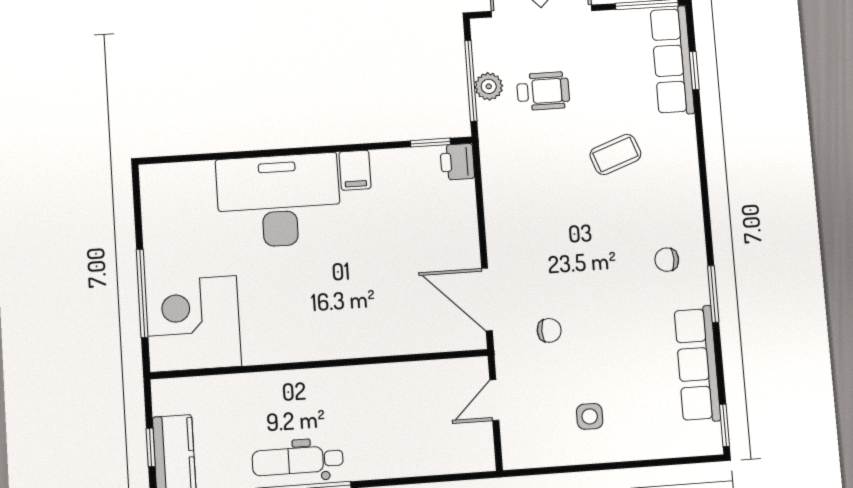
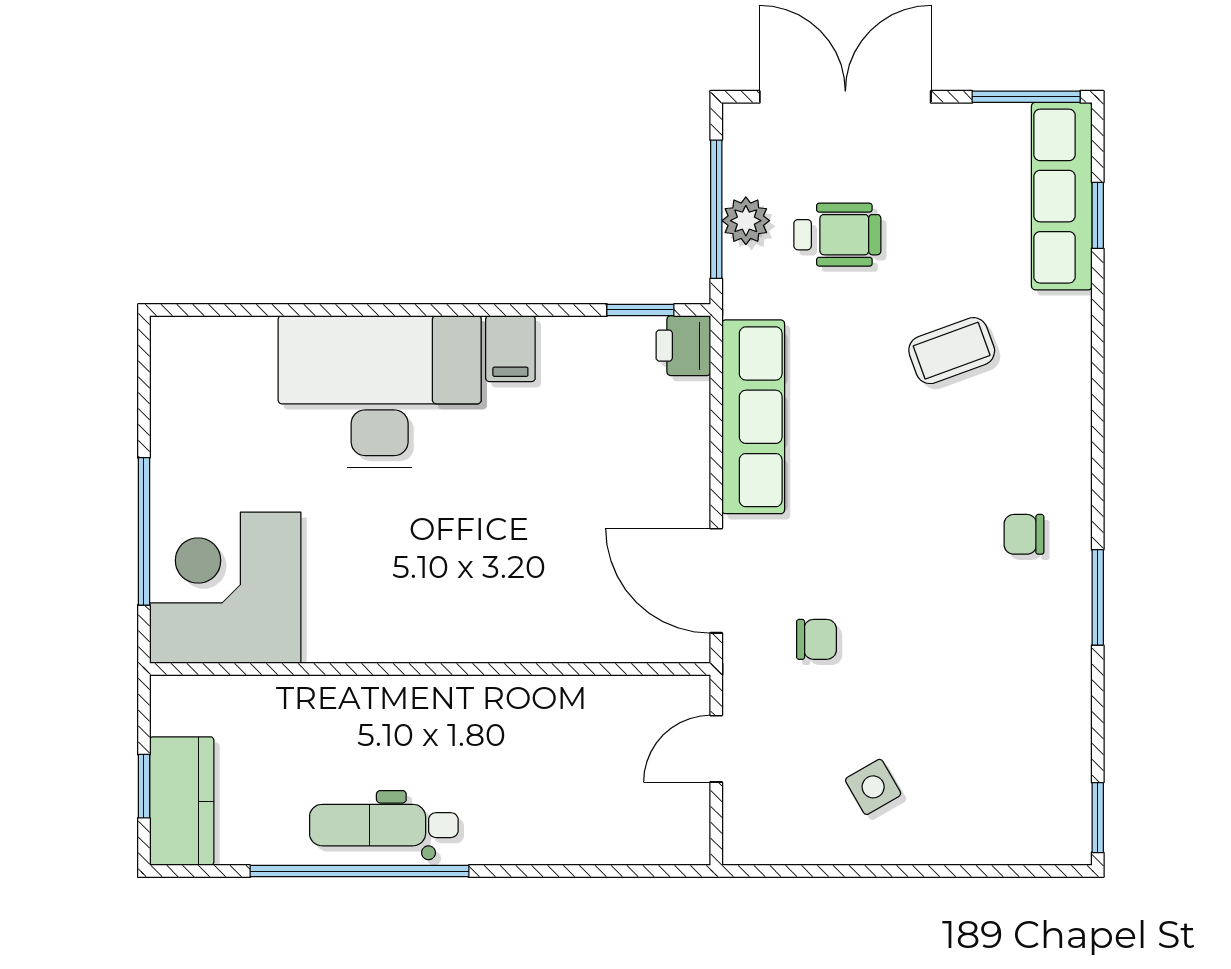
row of seats: (697, 364) -> (753, 417), moved, turned 180
side table: (590, 416) -> (873, 787), turned -30

